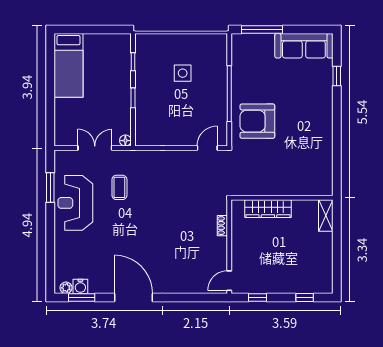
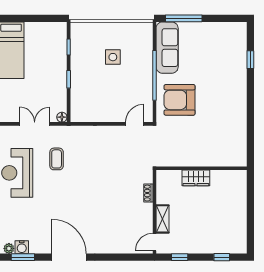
sofa: (304, 46) -> (167, 48), moved, turned -90
wardrobe: (268, 209) -> (196, 178), width x0.67
shelving: (326, 215) -> (162, 219), moved

